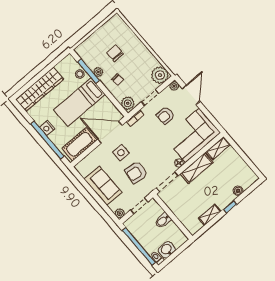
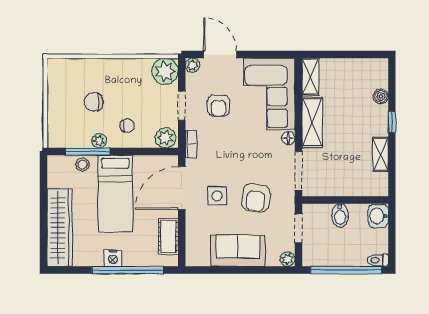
cot: (79, 144) -> (168, 236), width x0.73, depth x0.75
washbasin: (167, 250) -> (378, 216), moved

